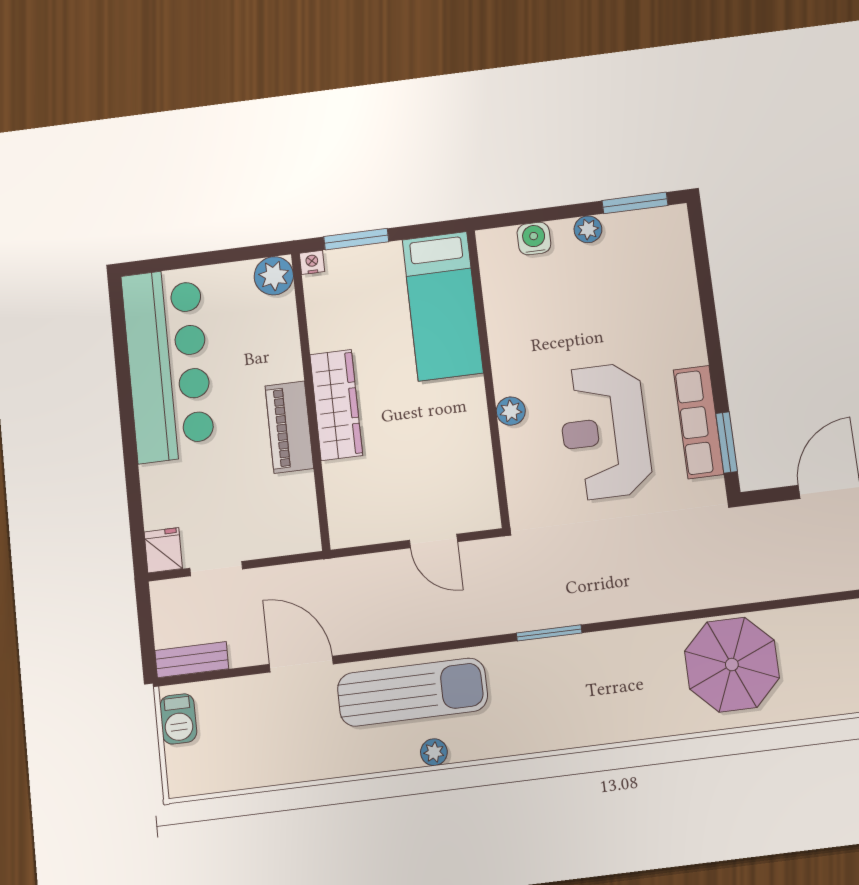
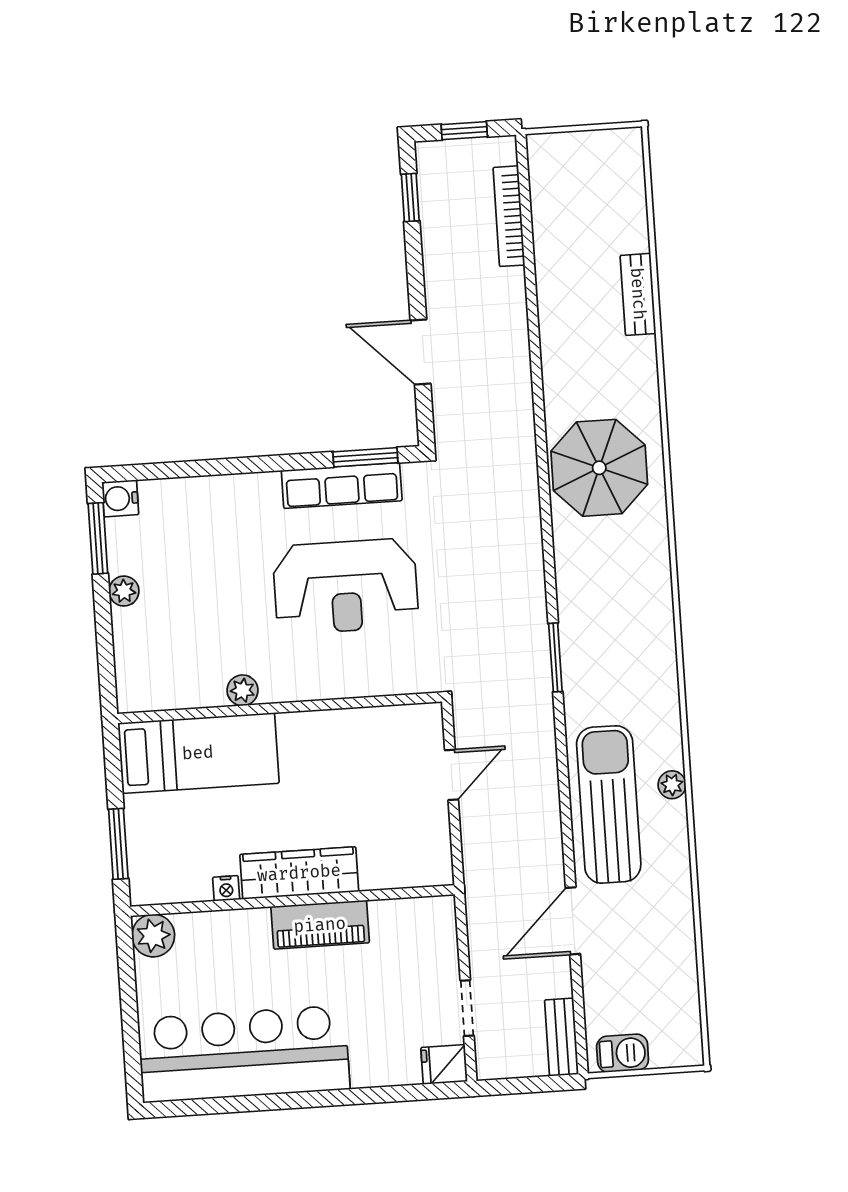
water cooler: (534, 239) -> (120, 498), moved
nightstand: (312, 262) -> (226, 888), moved, turned -90
plant: (511, 411) -> (243, 690), moved

